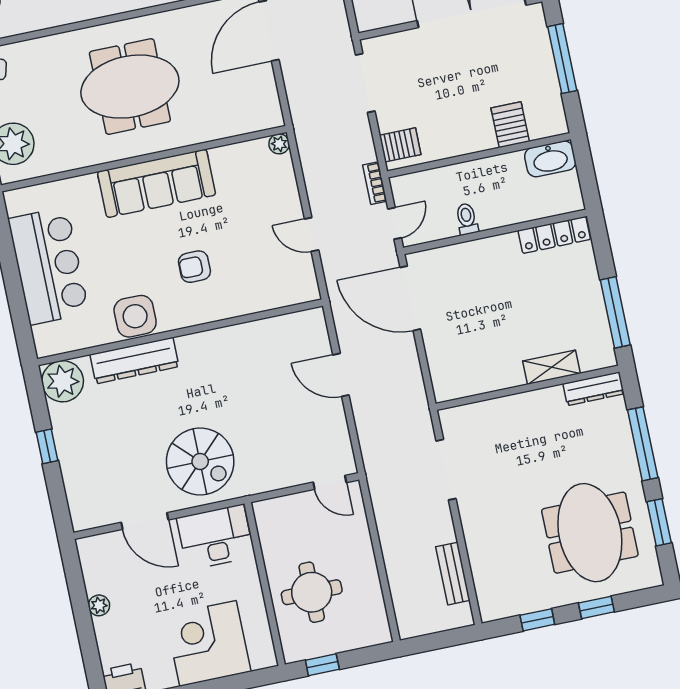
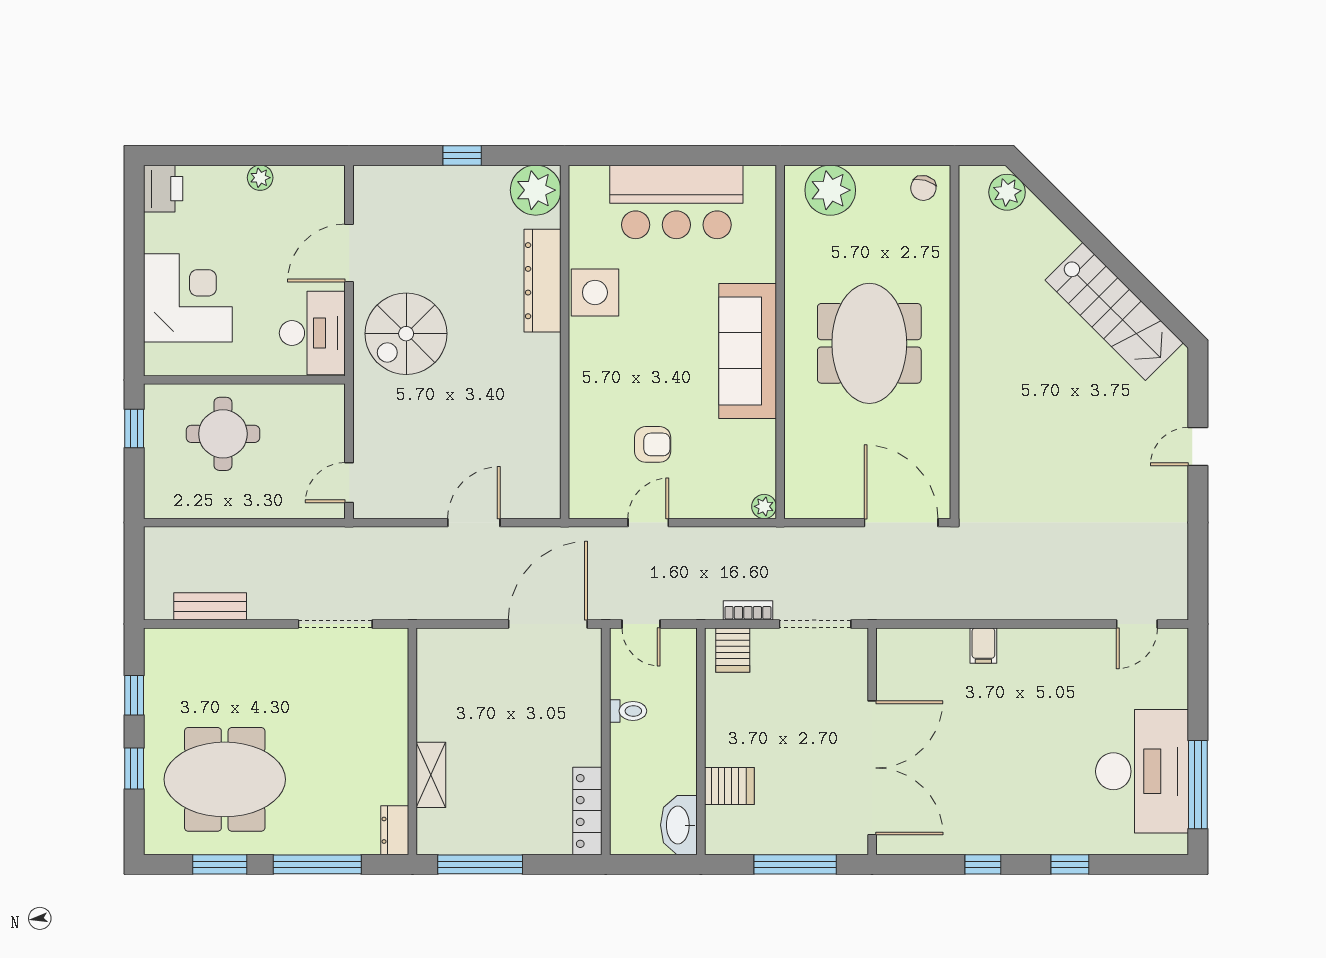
bookcase: (375, 183) -> (748, 610), moved
armchair: (194, 267) -> (653, 444), moved, turned 90
dresser: (594, 389) -> (395, 830), width x0.70

